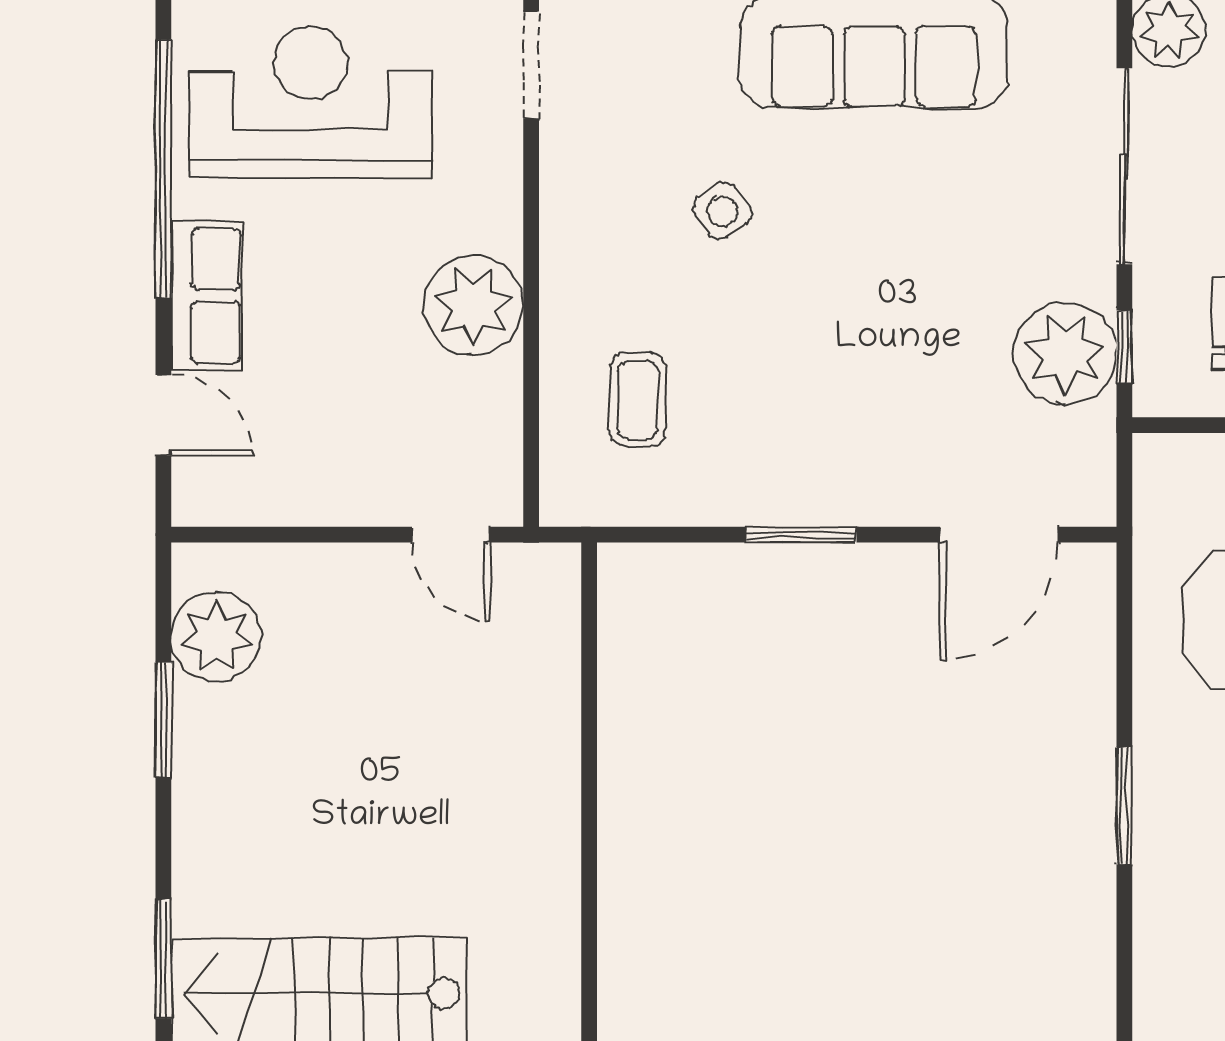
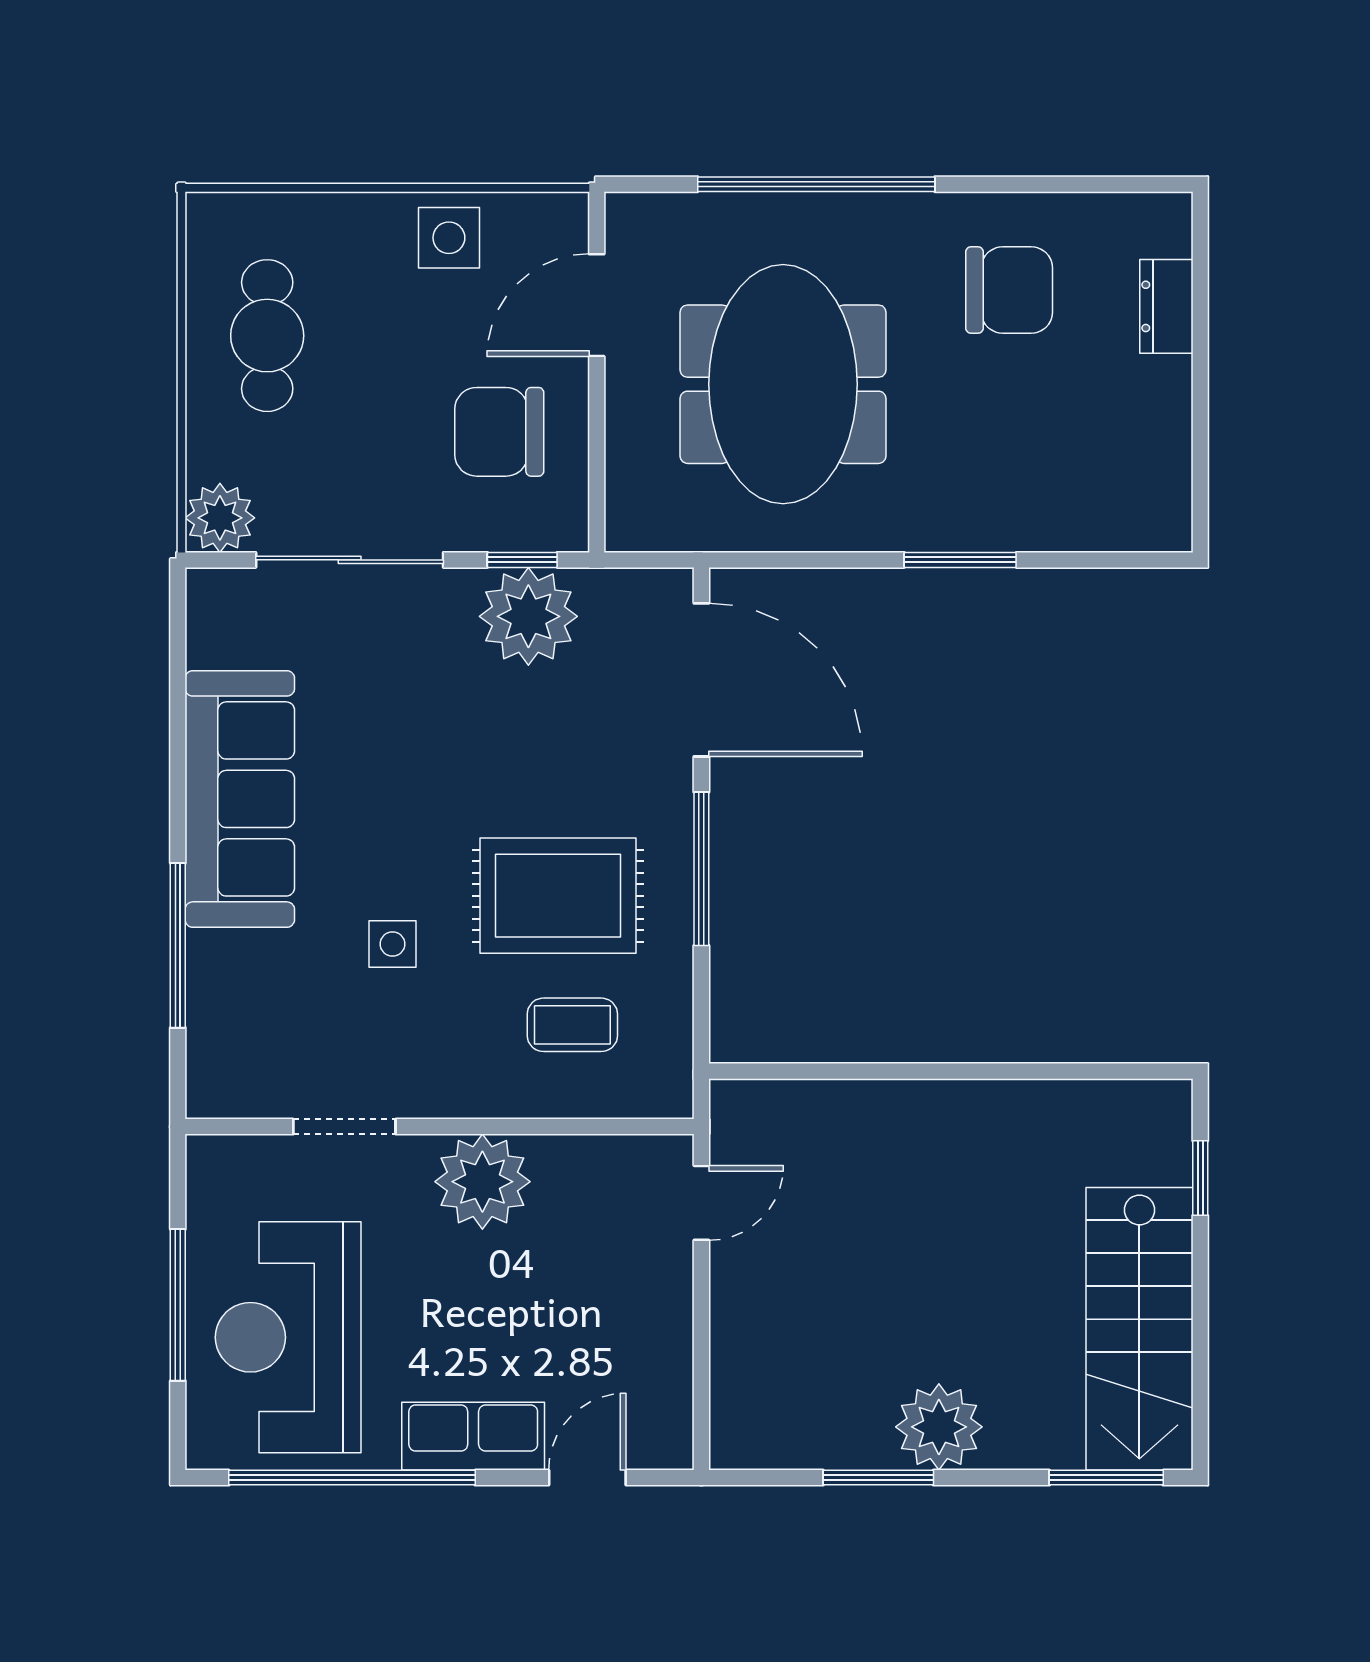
doorway: (531, 65) -> (344, 1127), moved
side table: (722, 211) -> (392, 944), turned 34
rug: (773, 385) -> (558, 896), added
window: (801, 535) -> (701, 869), width x1.44
door: (999, 535) -> (701, 680), width x1.36
plant: (216, 637) -> (939, 1427), moved

